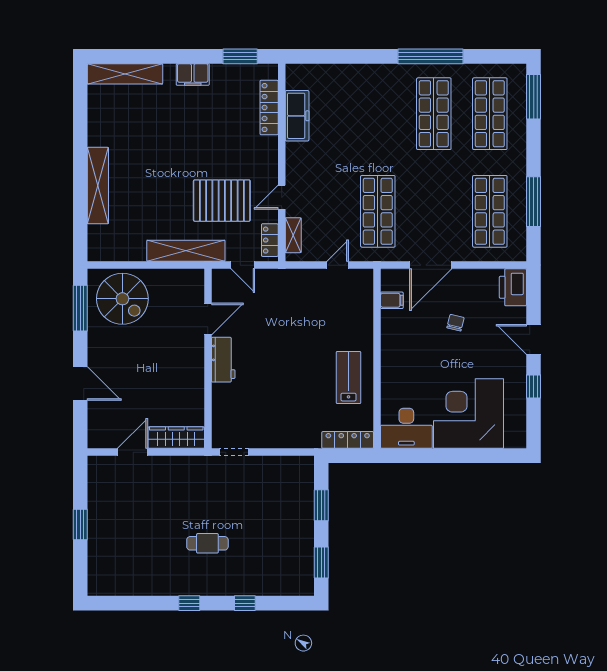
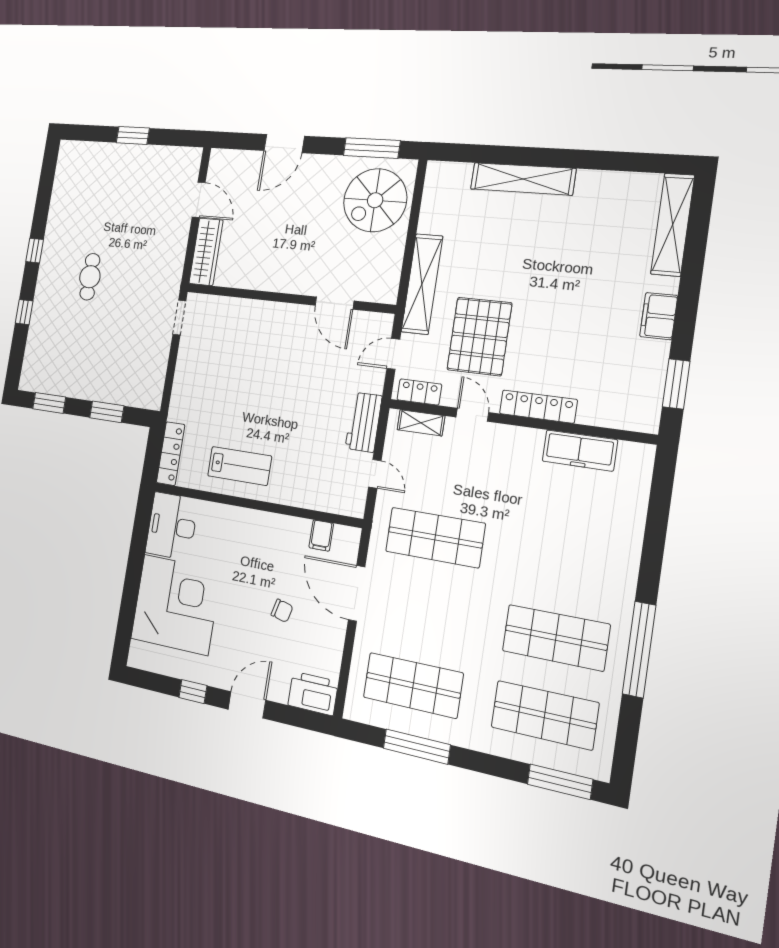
locker: (269, 108) -> (538, 407), moved
workbench: (223, 360) -> (364, 422), moved, turned 90

